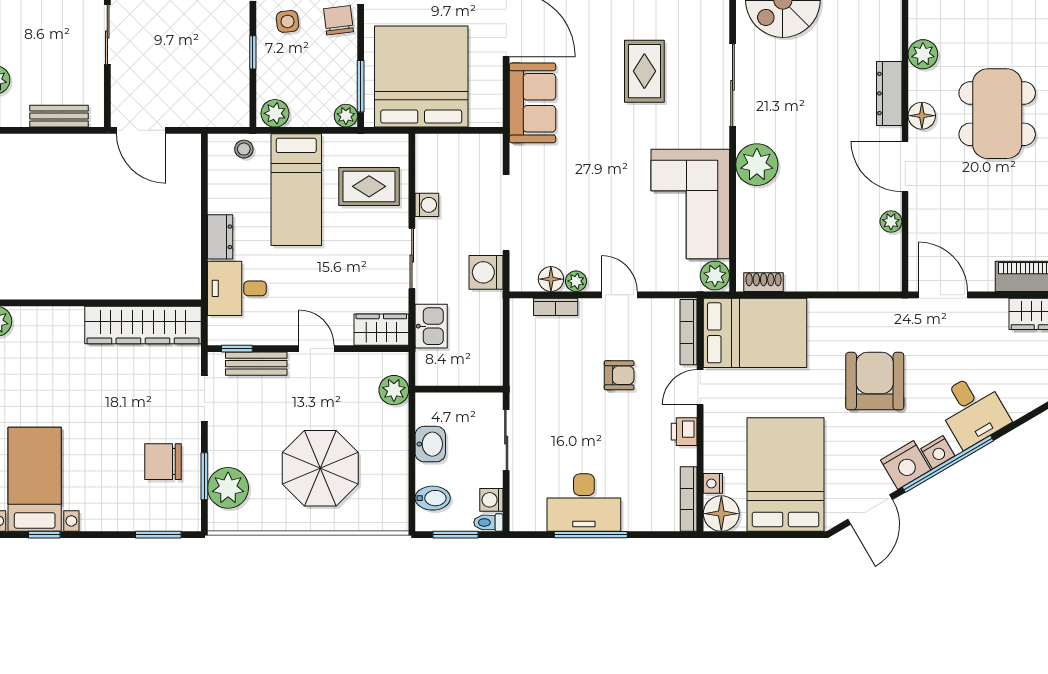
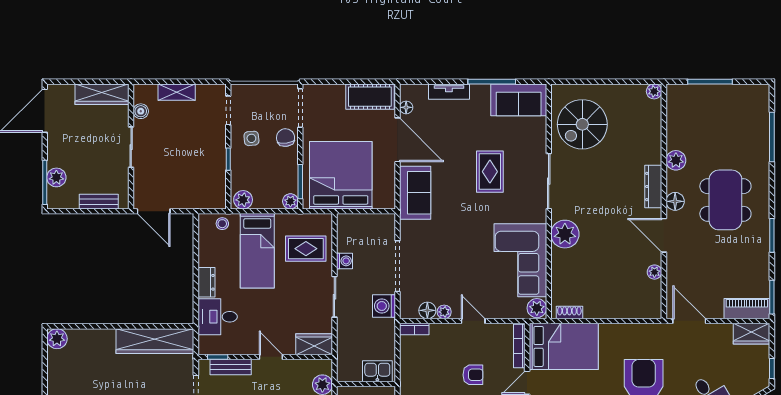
bookcase: (556, 307) -> (414, 329), moved
kitchen sink: (431, 326) -> (377, 371), moved, turned -90

